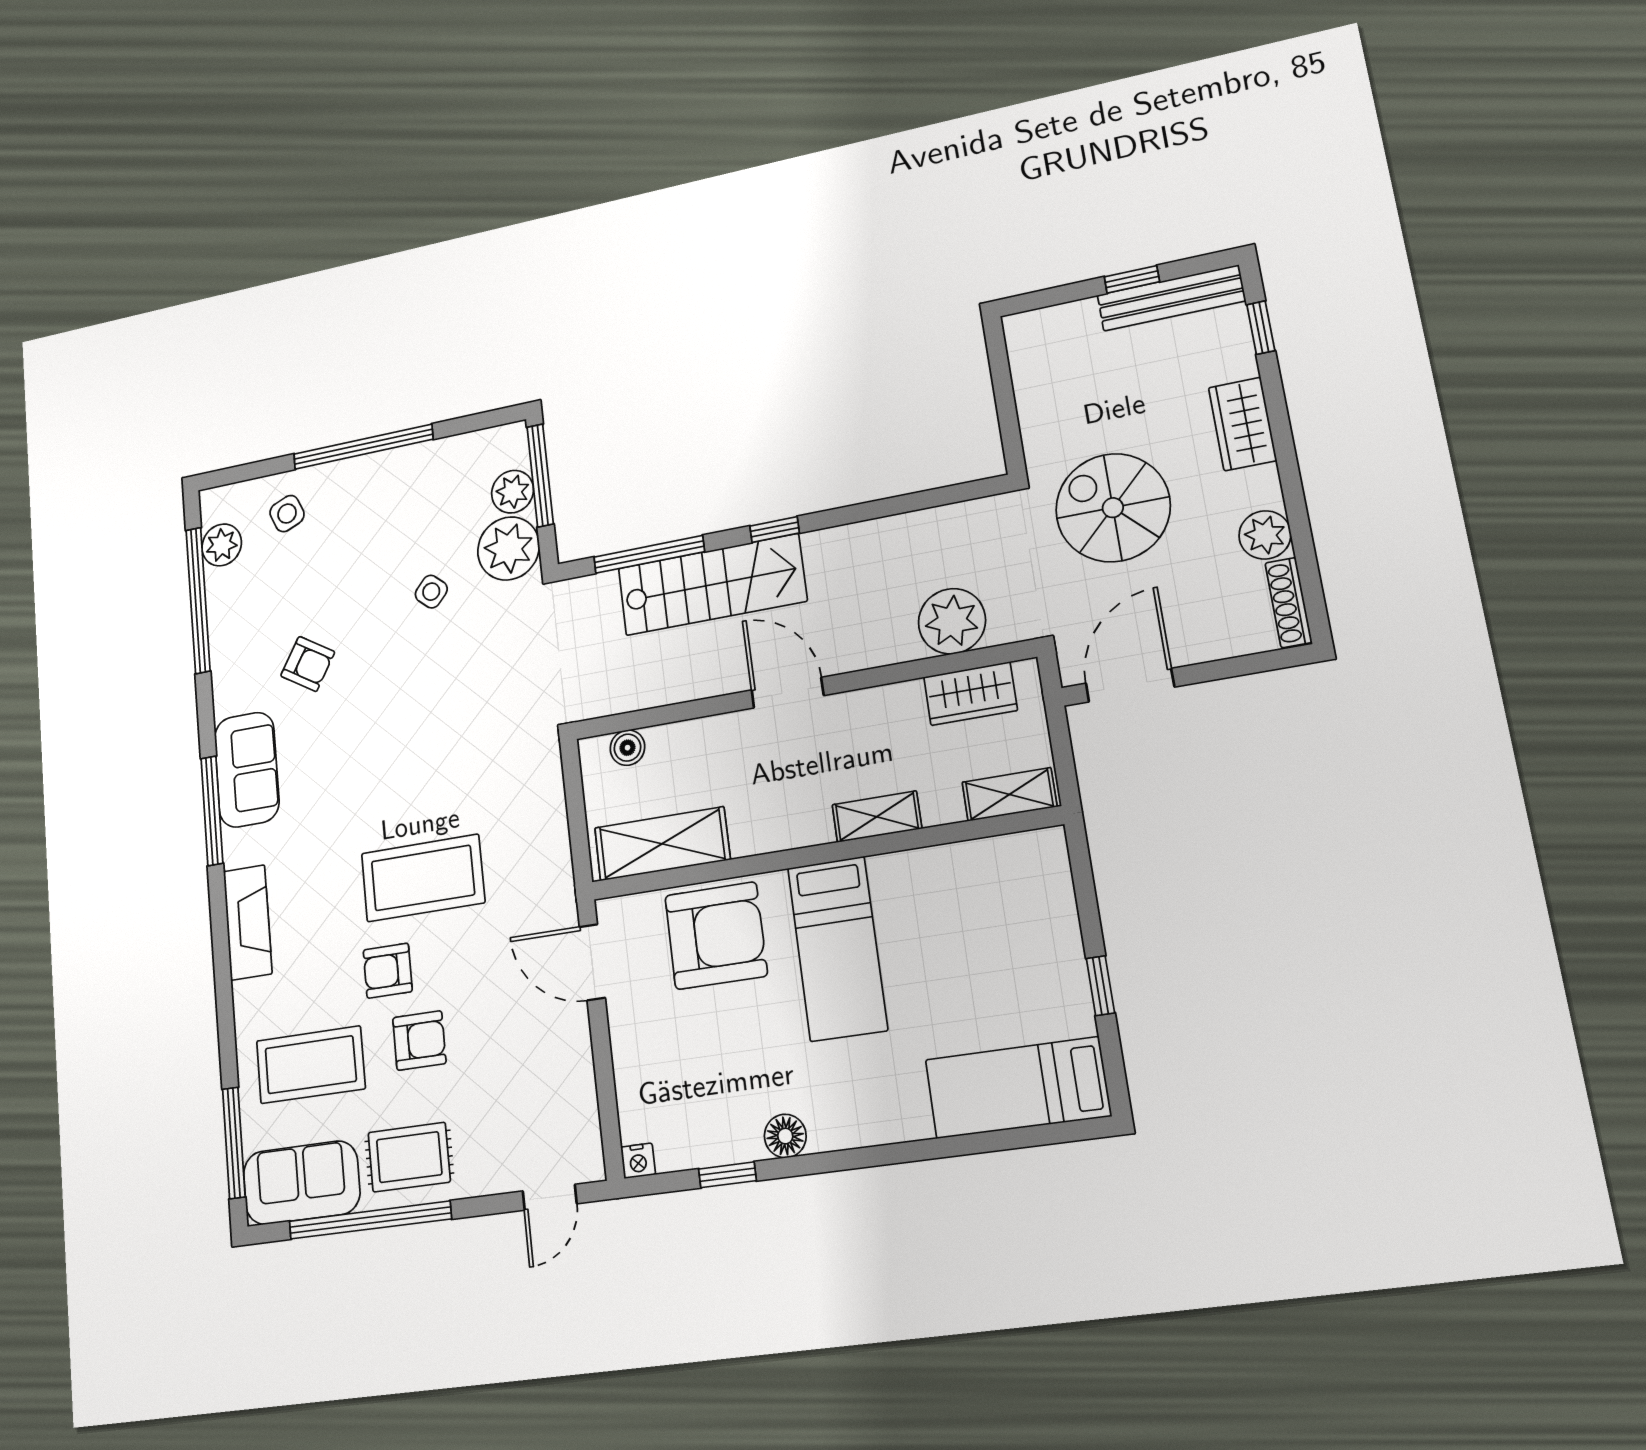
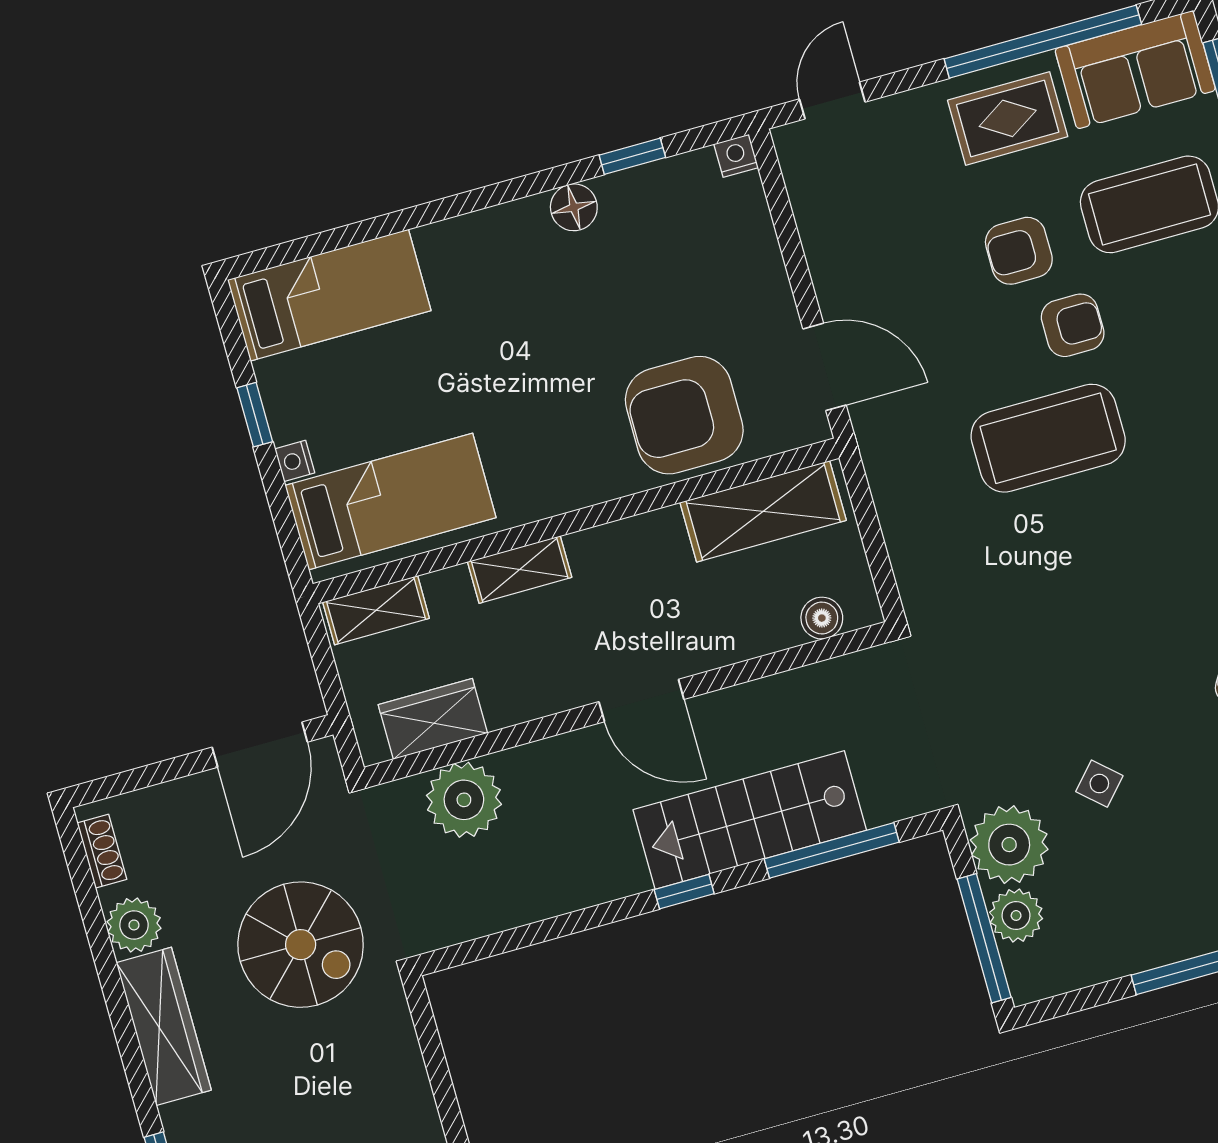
wardrobe: (1242, 424) -> (164, 1026), width x1.50
shoe rack: (1289, 603) -> (102, 851), width x0.70
nightstand: (1068, 938) -> (295, 461), added
bed: (837, 948) -> (391, 501), moved, turned 90

